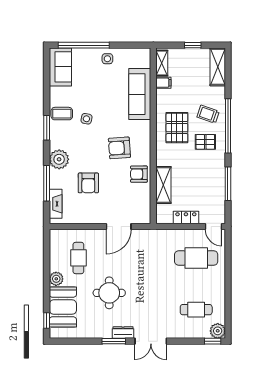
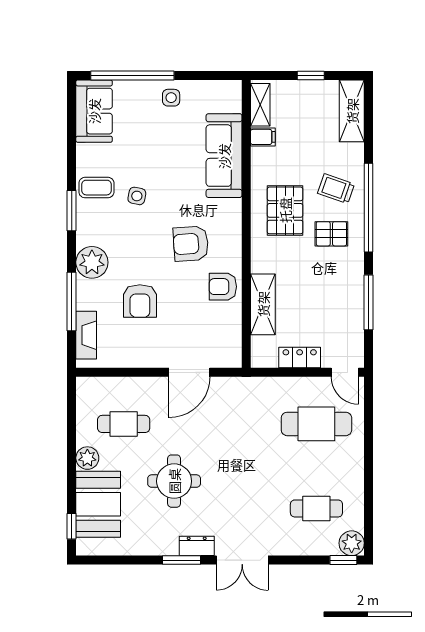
cafe table: (78, 258) -> (124, 424), turned 90

